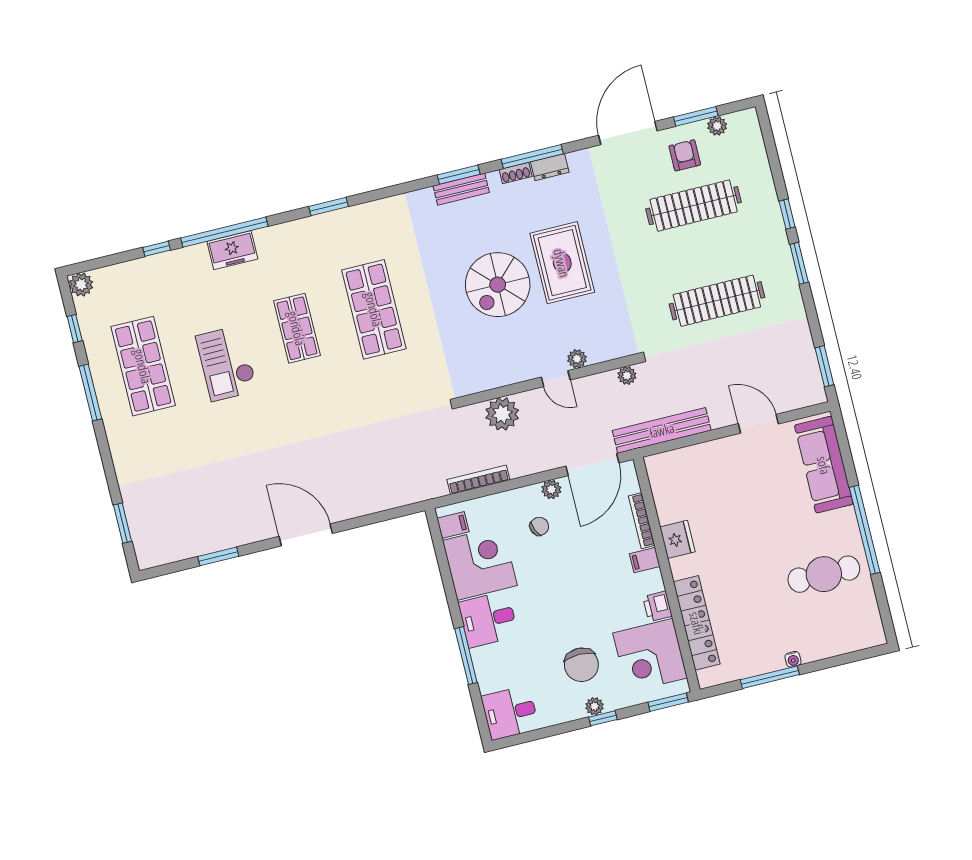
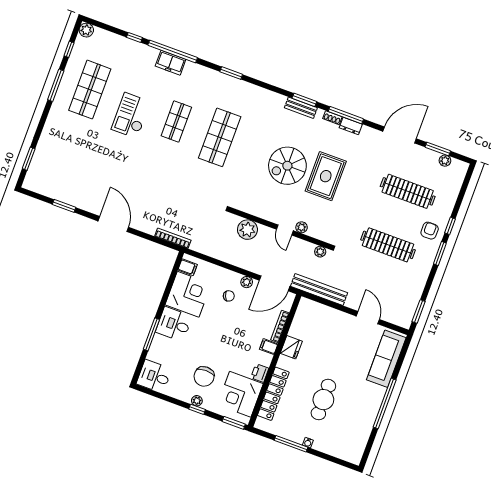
armchair: (685, 155) -> (430, 231), moved
bookcase: (478, 480) -> (173, 238), moved
cafe table: (824, 574) -> (323, 400), moved, turned 90

